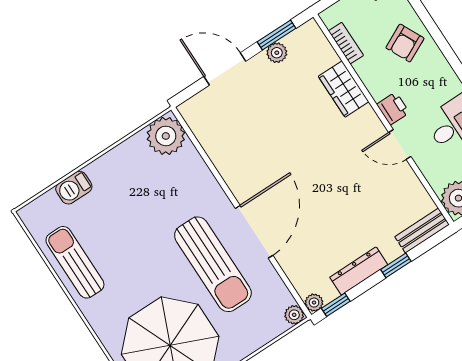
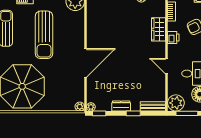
printer: (393, 108) -> (173, 38), moved
sun lounger: (213, 264) -> (44, 35), moved
dresser: (359, 271) -> (121, 106), width x0.70

